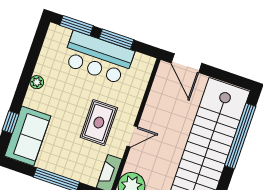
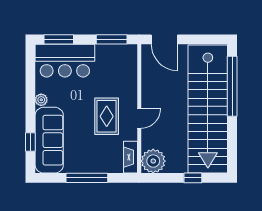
window: (116, 39) -> (112, 39), moved
bar counter: (98, 58) -> (65, 61), moved
sofa: (28, 136) -> (49, 140), width x1.36

